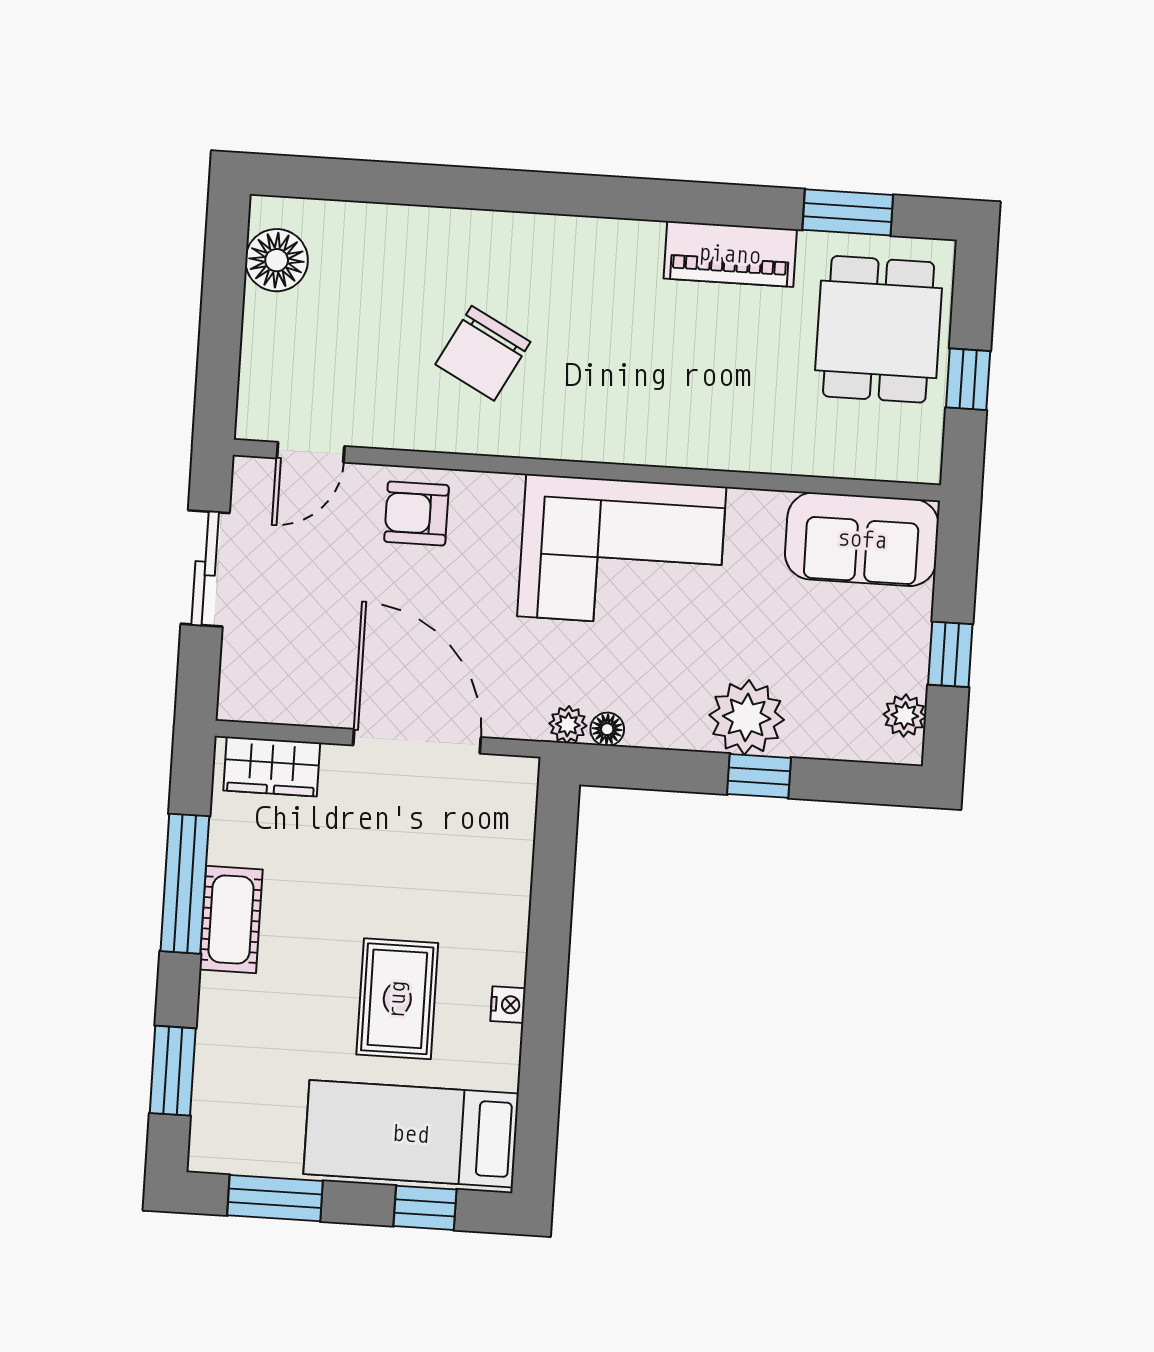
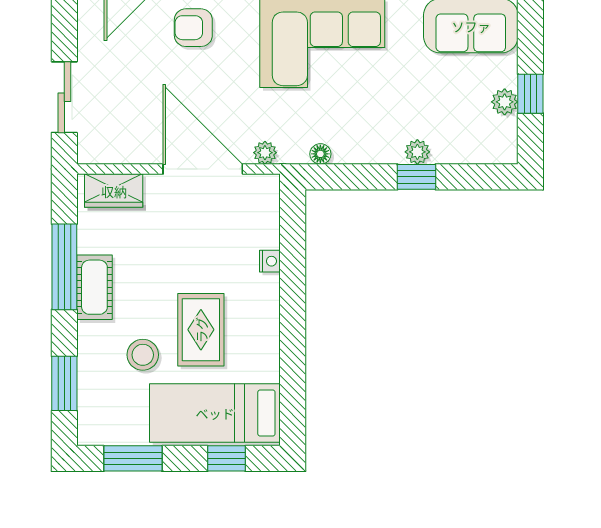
sliding door: (205, 568) -> (64, 97), moved
plant: (905, 715) -> (505, 102), moved
plant: (747, 717) -> (417, 152), width x0.53, depth x0.53
plant: (568, 725) -> (265, 153), moved
nightstand: (508, 1005) -> (270, 261), moved
stool: (301, 1033) -> (143, 355), added

